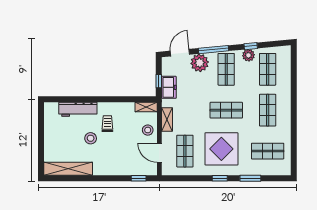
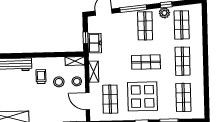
plant: (200, 63) -> (121, 21), removed
stool: (91, 138) -> (59, 82), moved
shop shelf: (268, 151) -> (183, 97), turned 90

